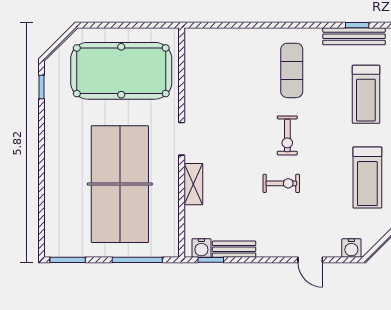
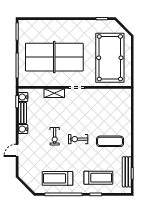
treadmill: (366, 94) -> (98, 178), turned 180
water cooler: (351, 248) -> (23, 129), moved

